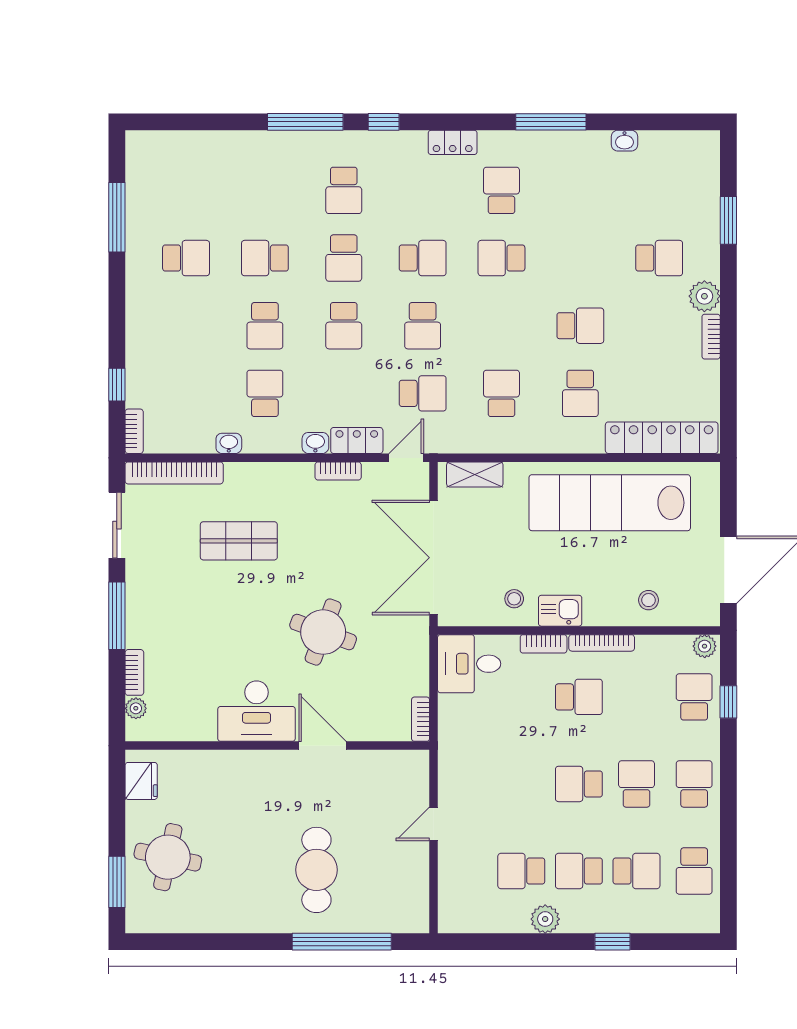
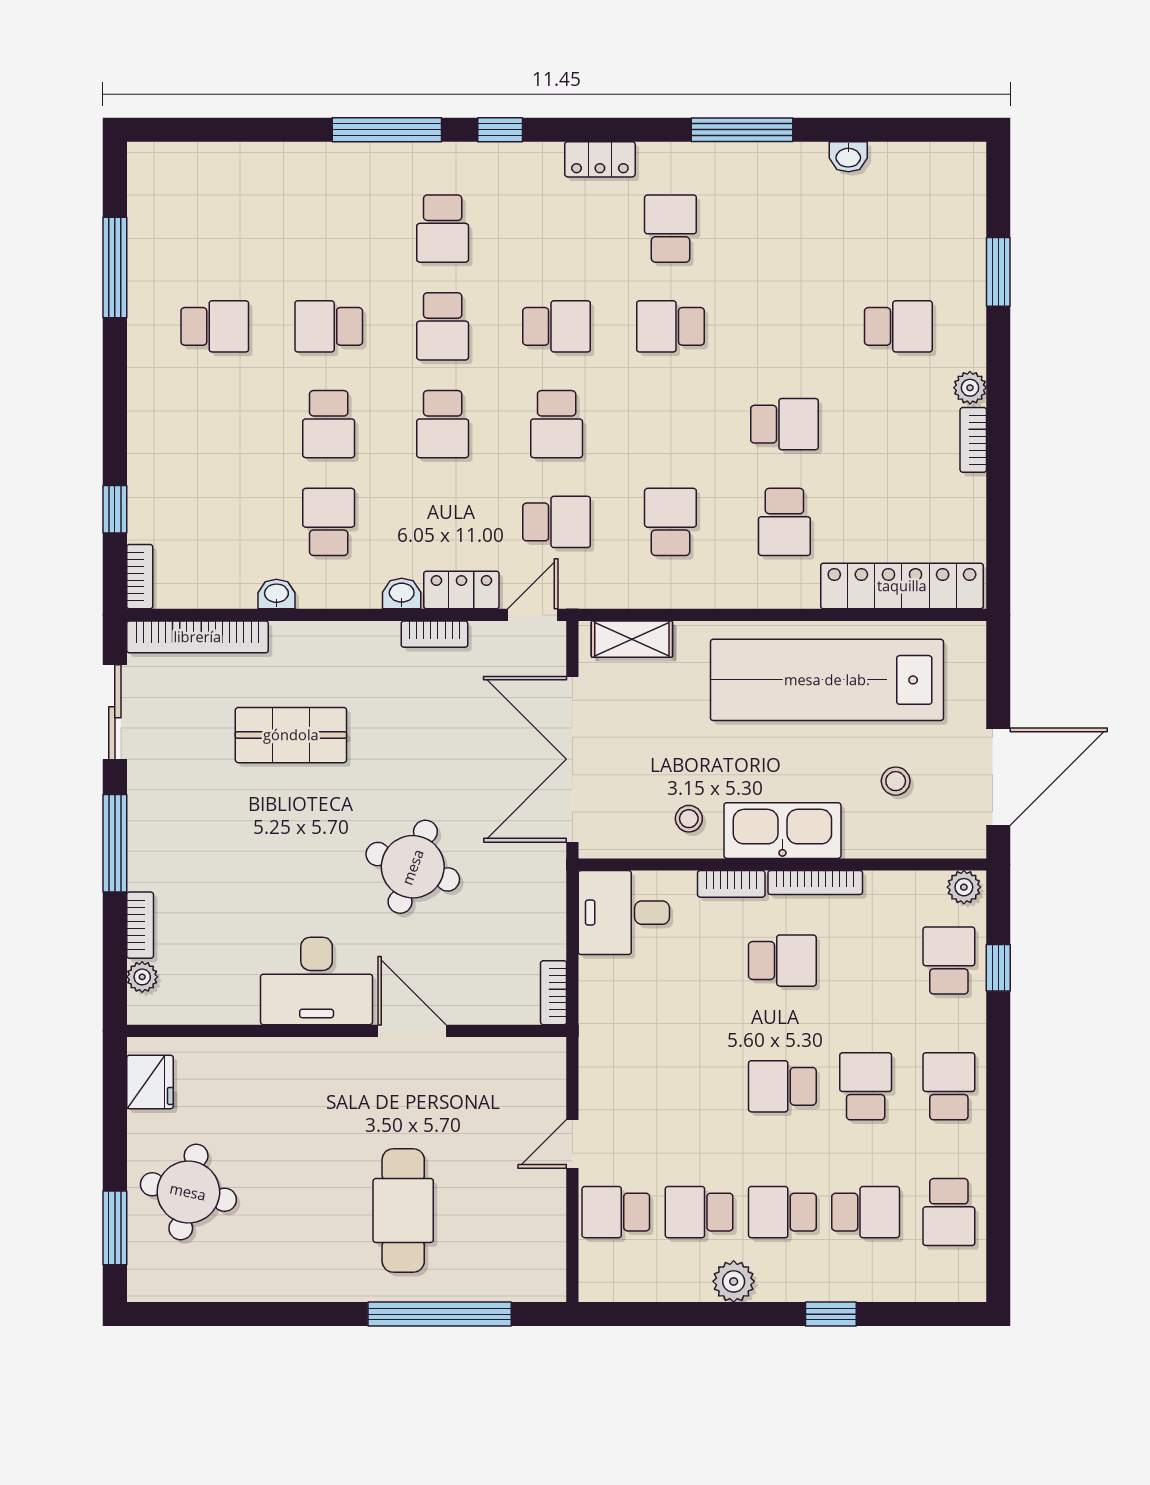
plant: (704, 296) -> (970, 388), width x0.73, depth x0.73
stool: (648, 600) -> (896, 781), moved
kitchen sink: (560, 611) -> (782, 831), width x1.88, depth x1.24
school desk: (464, 871) -> (616, 1212), added

